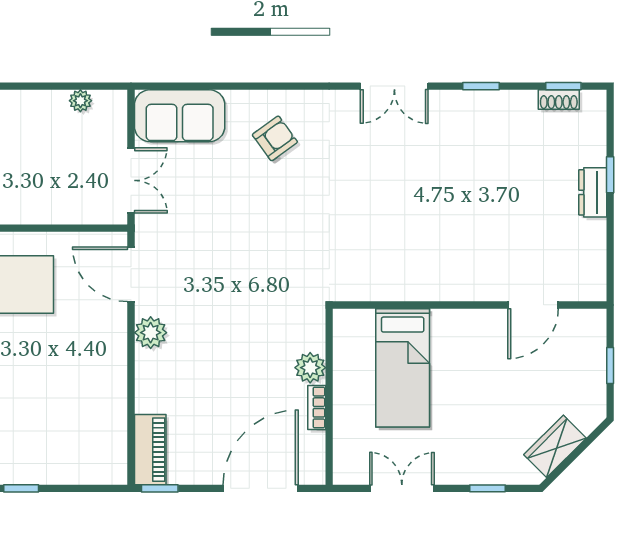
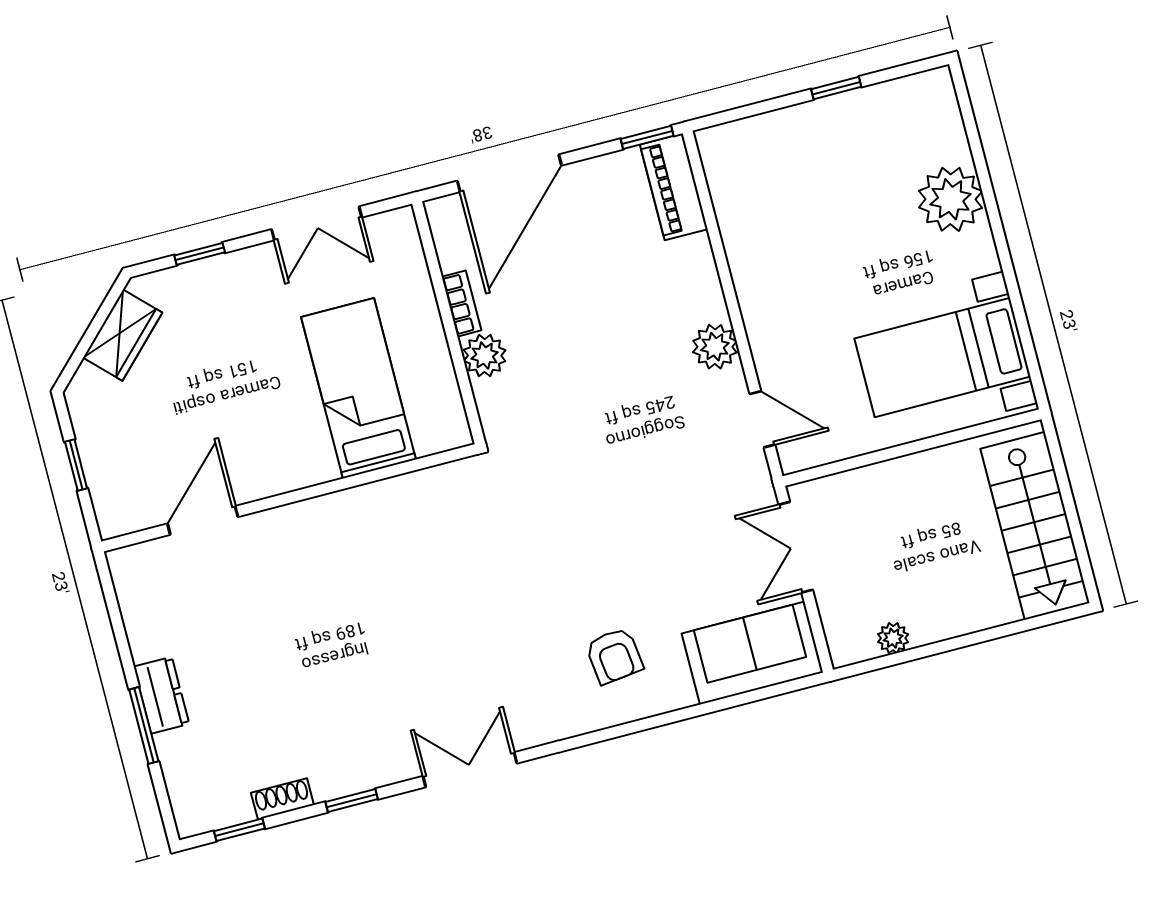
shoe rack: (559, 100) -> (282, 799), moved
armchair: (275, 138) -> (614, 656), turned -61
window: (610, 175) -> (144, 725), width x1.50
door: (131, 274) -> (762, 419), width x0.73

